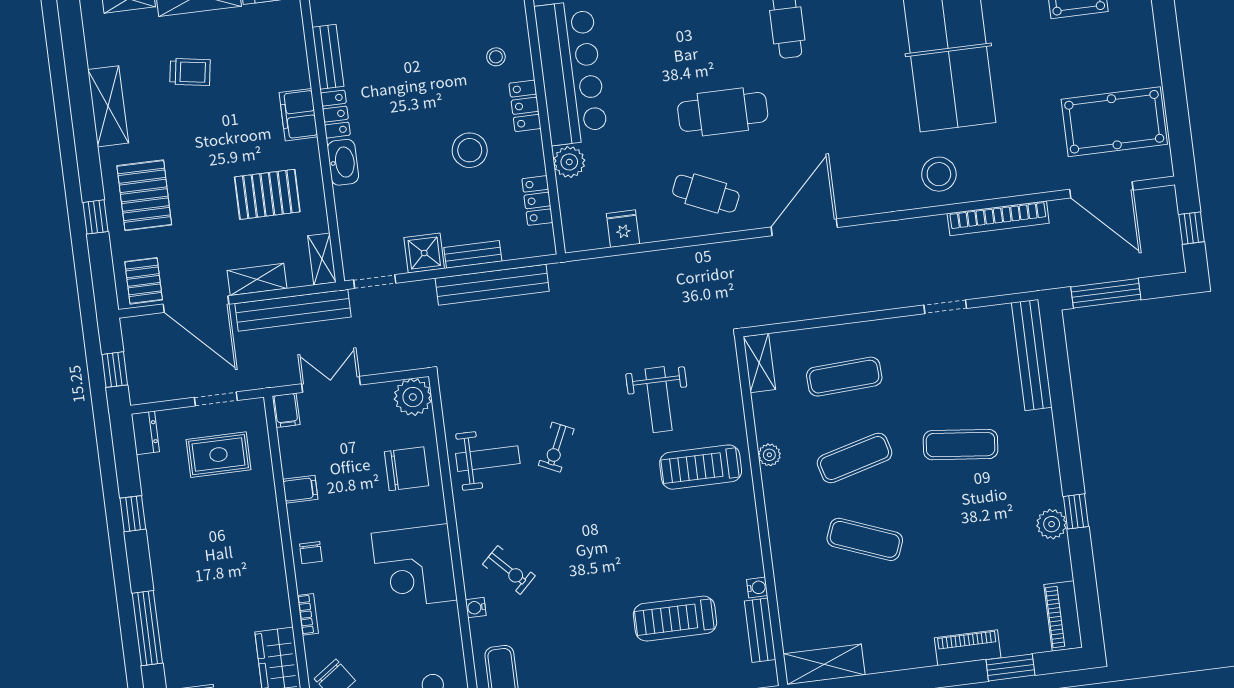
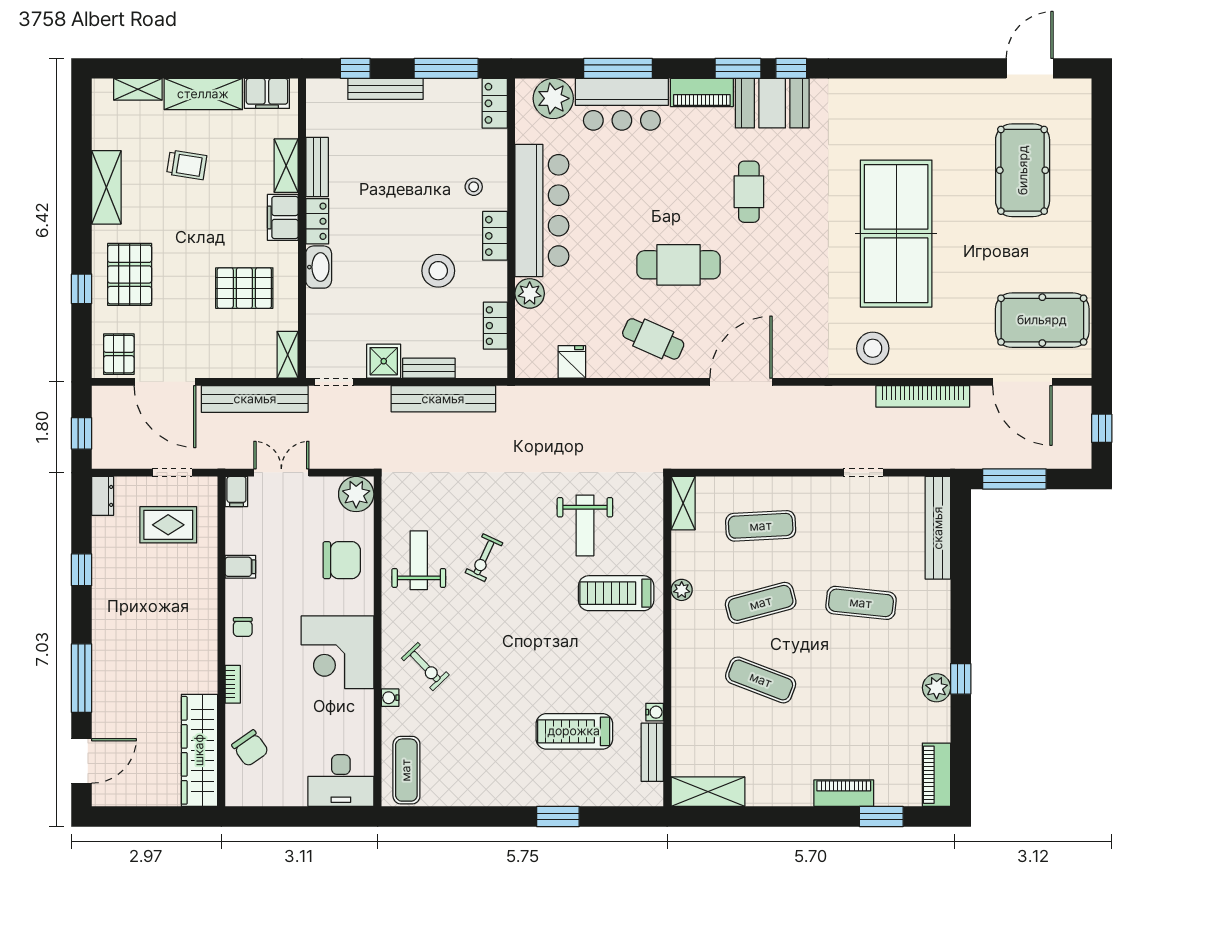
shelving: (257, 279) -> (286, 166), moved, turned 90
weight bench: (488, 459) -> (419, 560), turned -90

